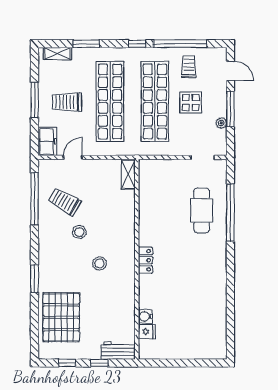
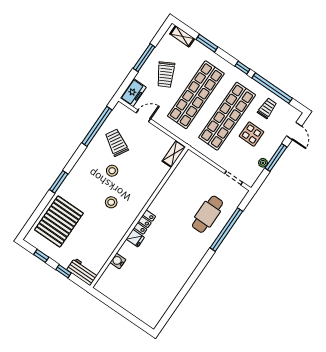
trolley: (67, 102) -> (166, 75), turned -118
fridge: (147, 332) -> (135, 238), moved

